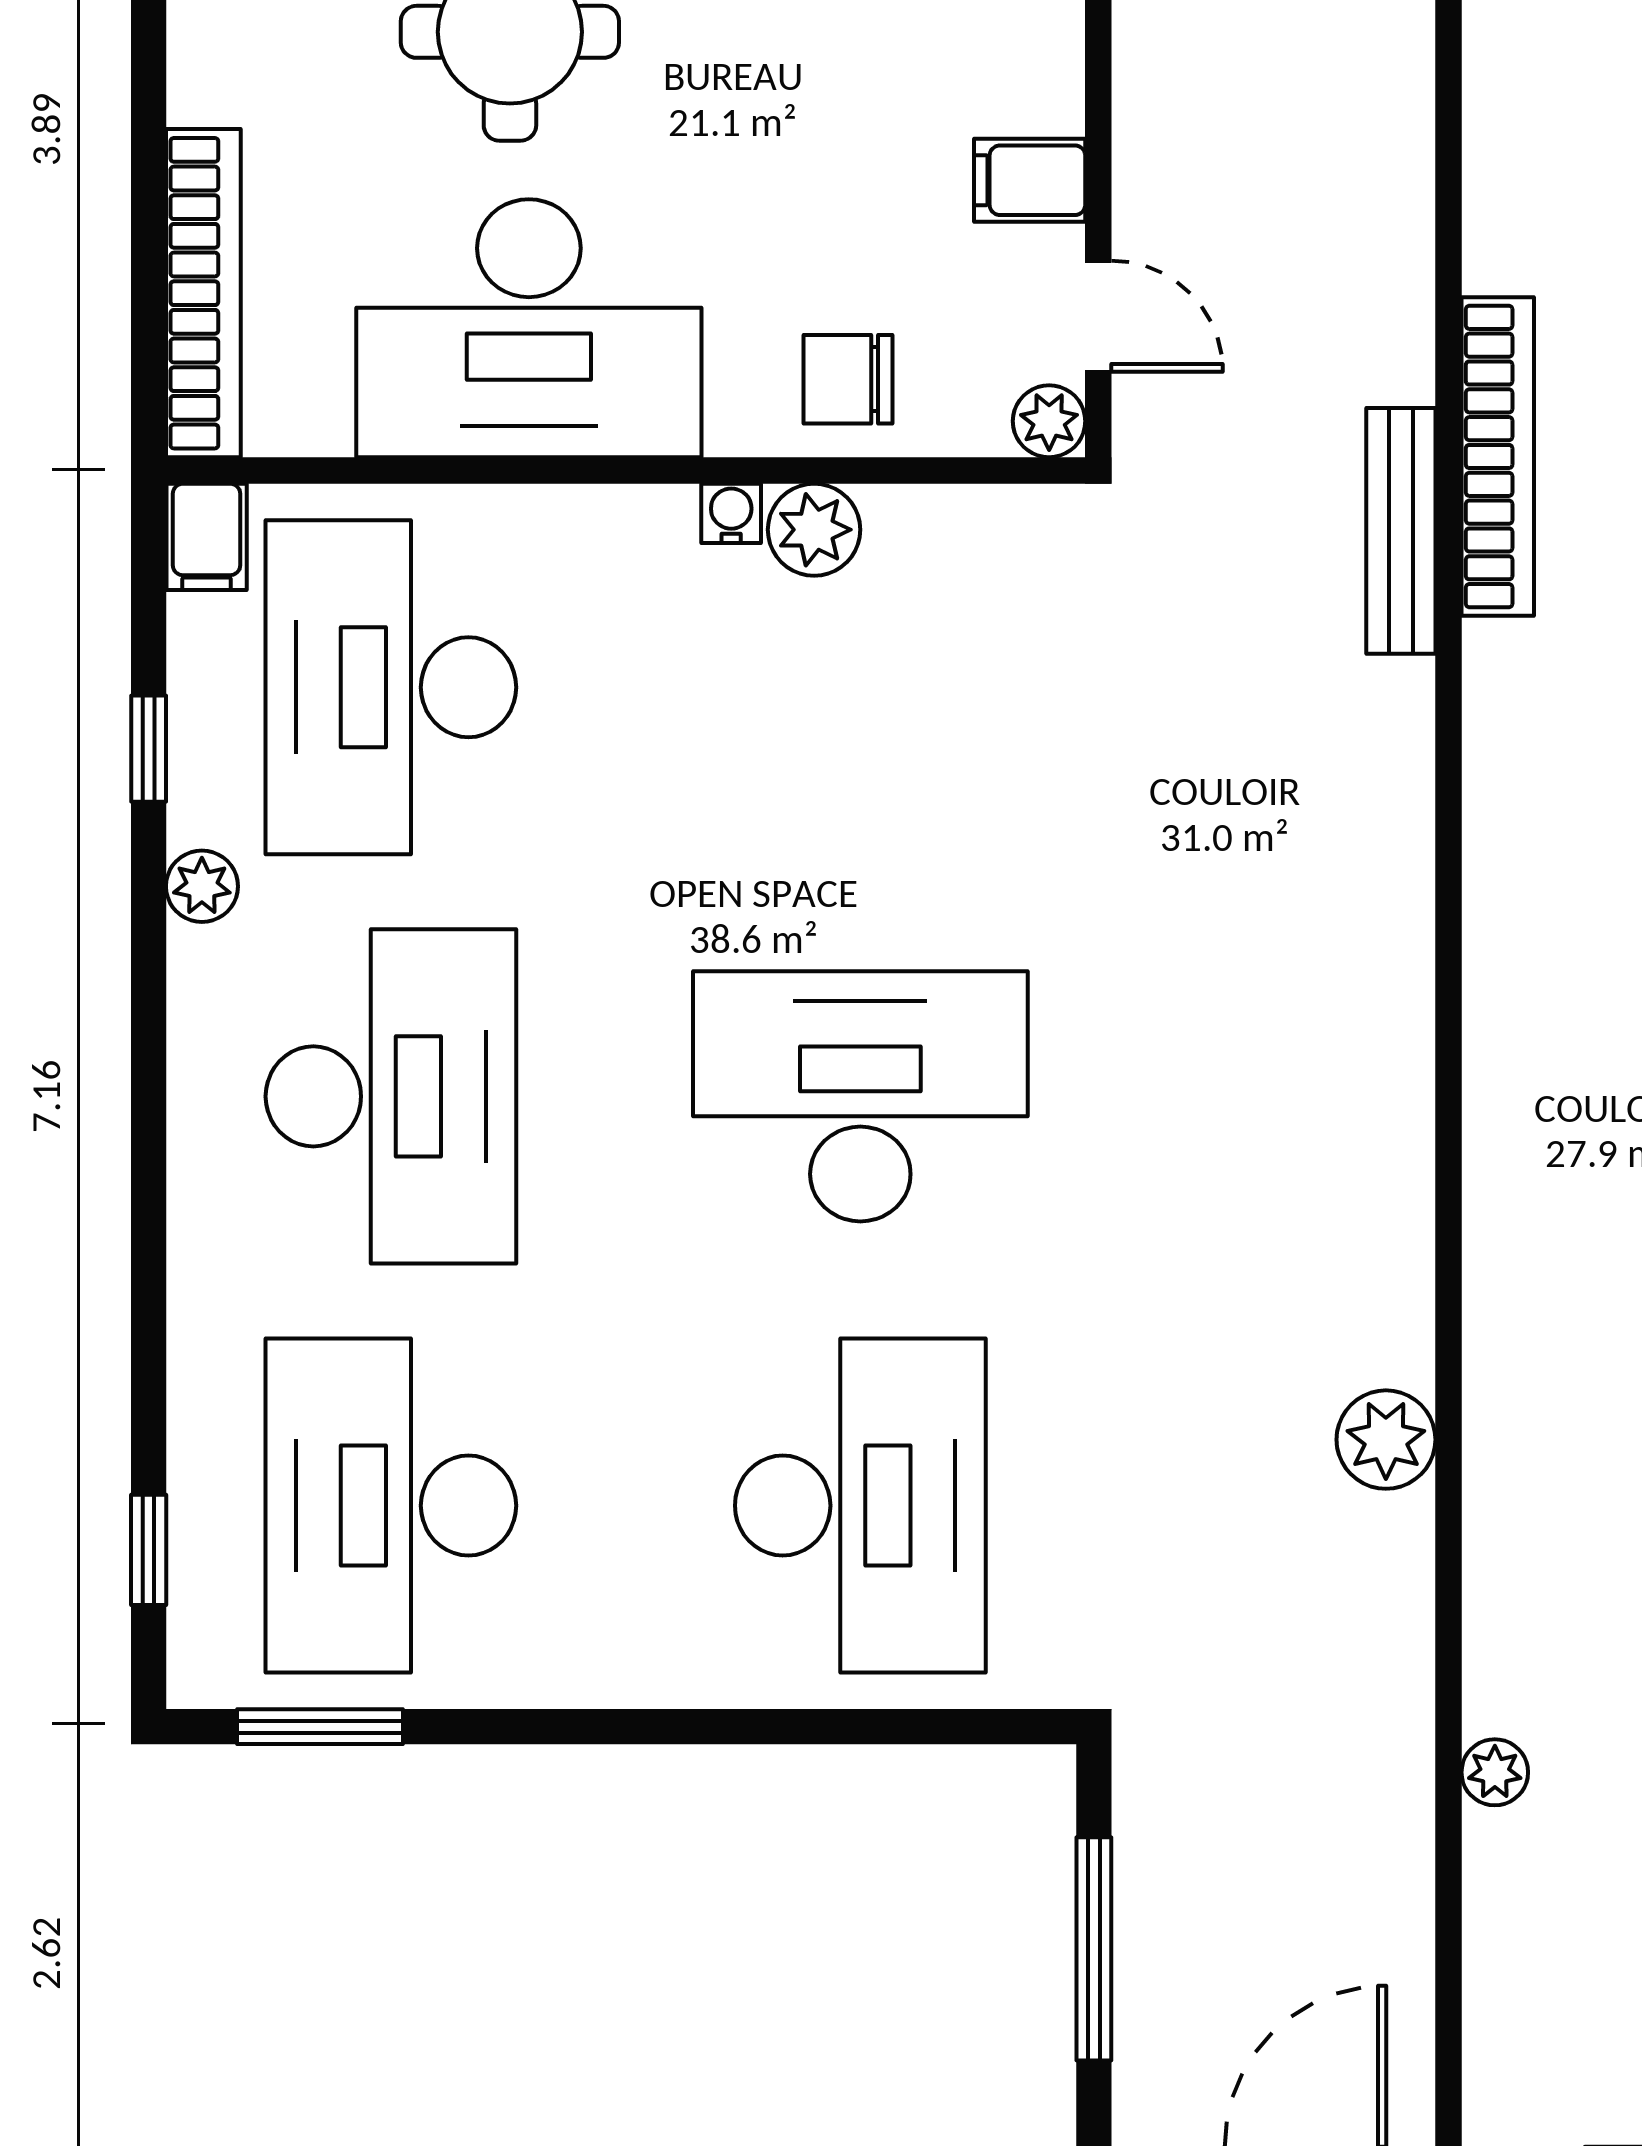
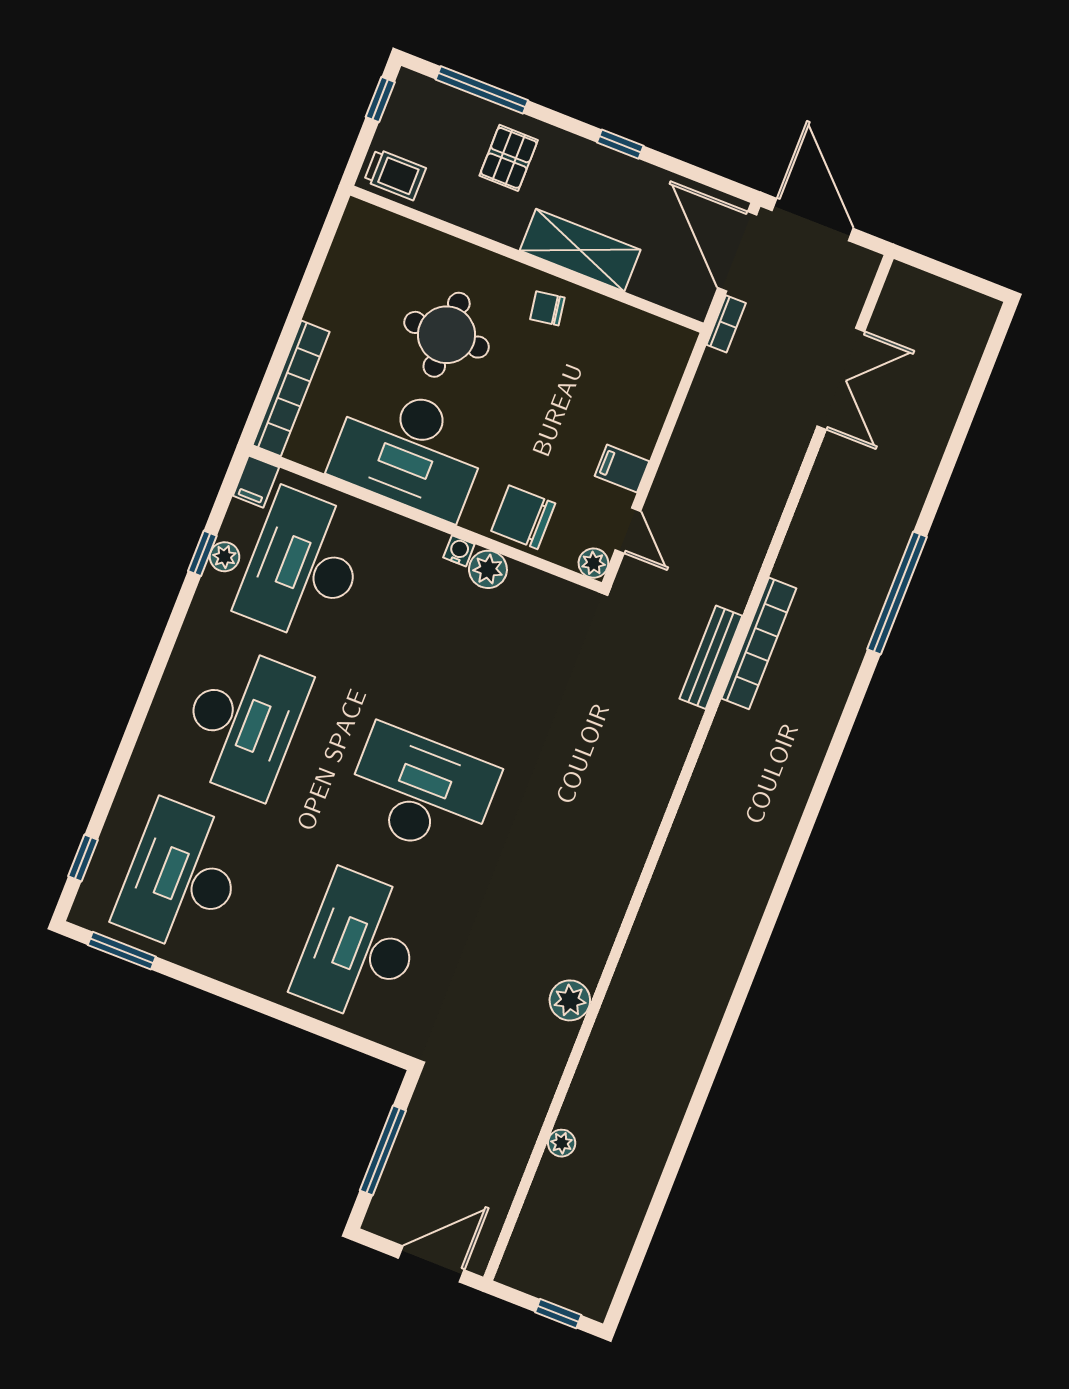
chair: (848, 379) -> (523, 517), width x1.37, depth x1.37
plant: (202, 886) -> (224, 557), moved
desk: (860, 1506) -> (360, 947), turned 180

